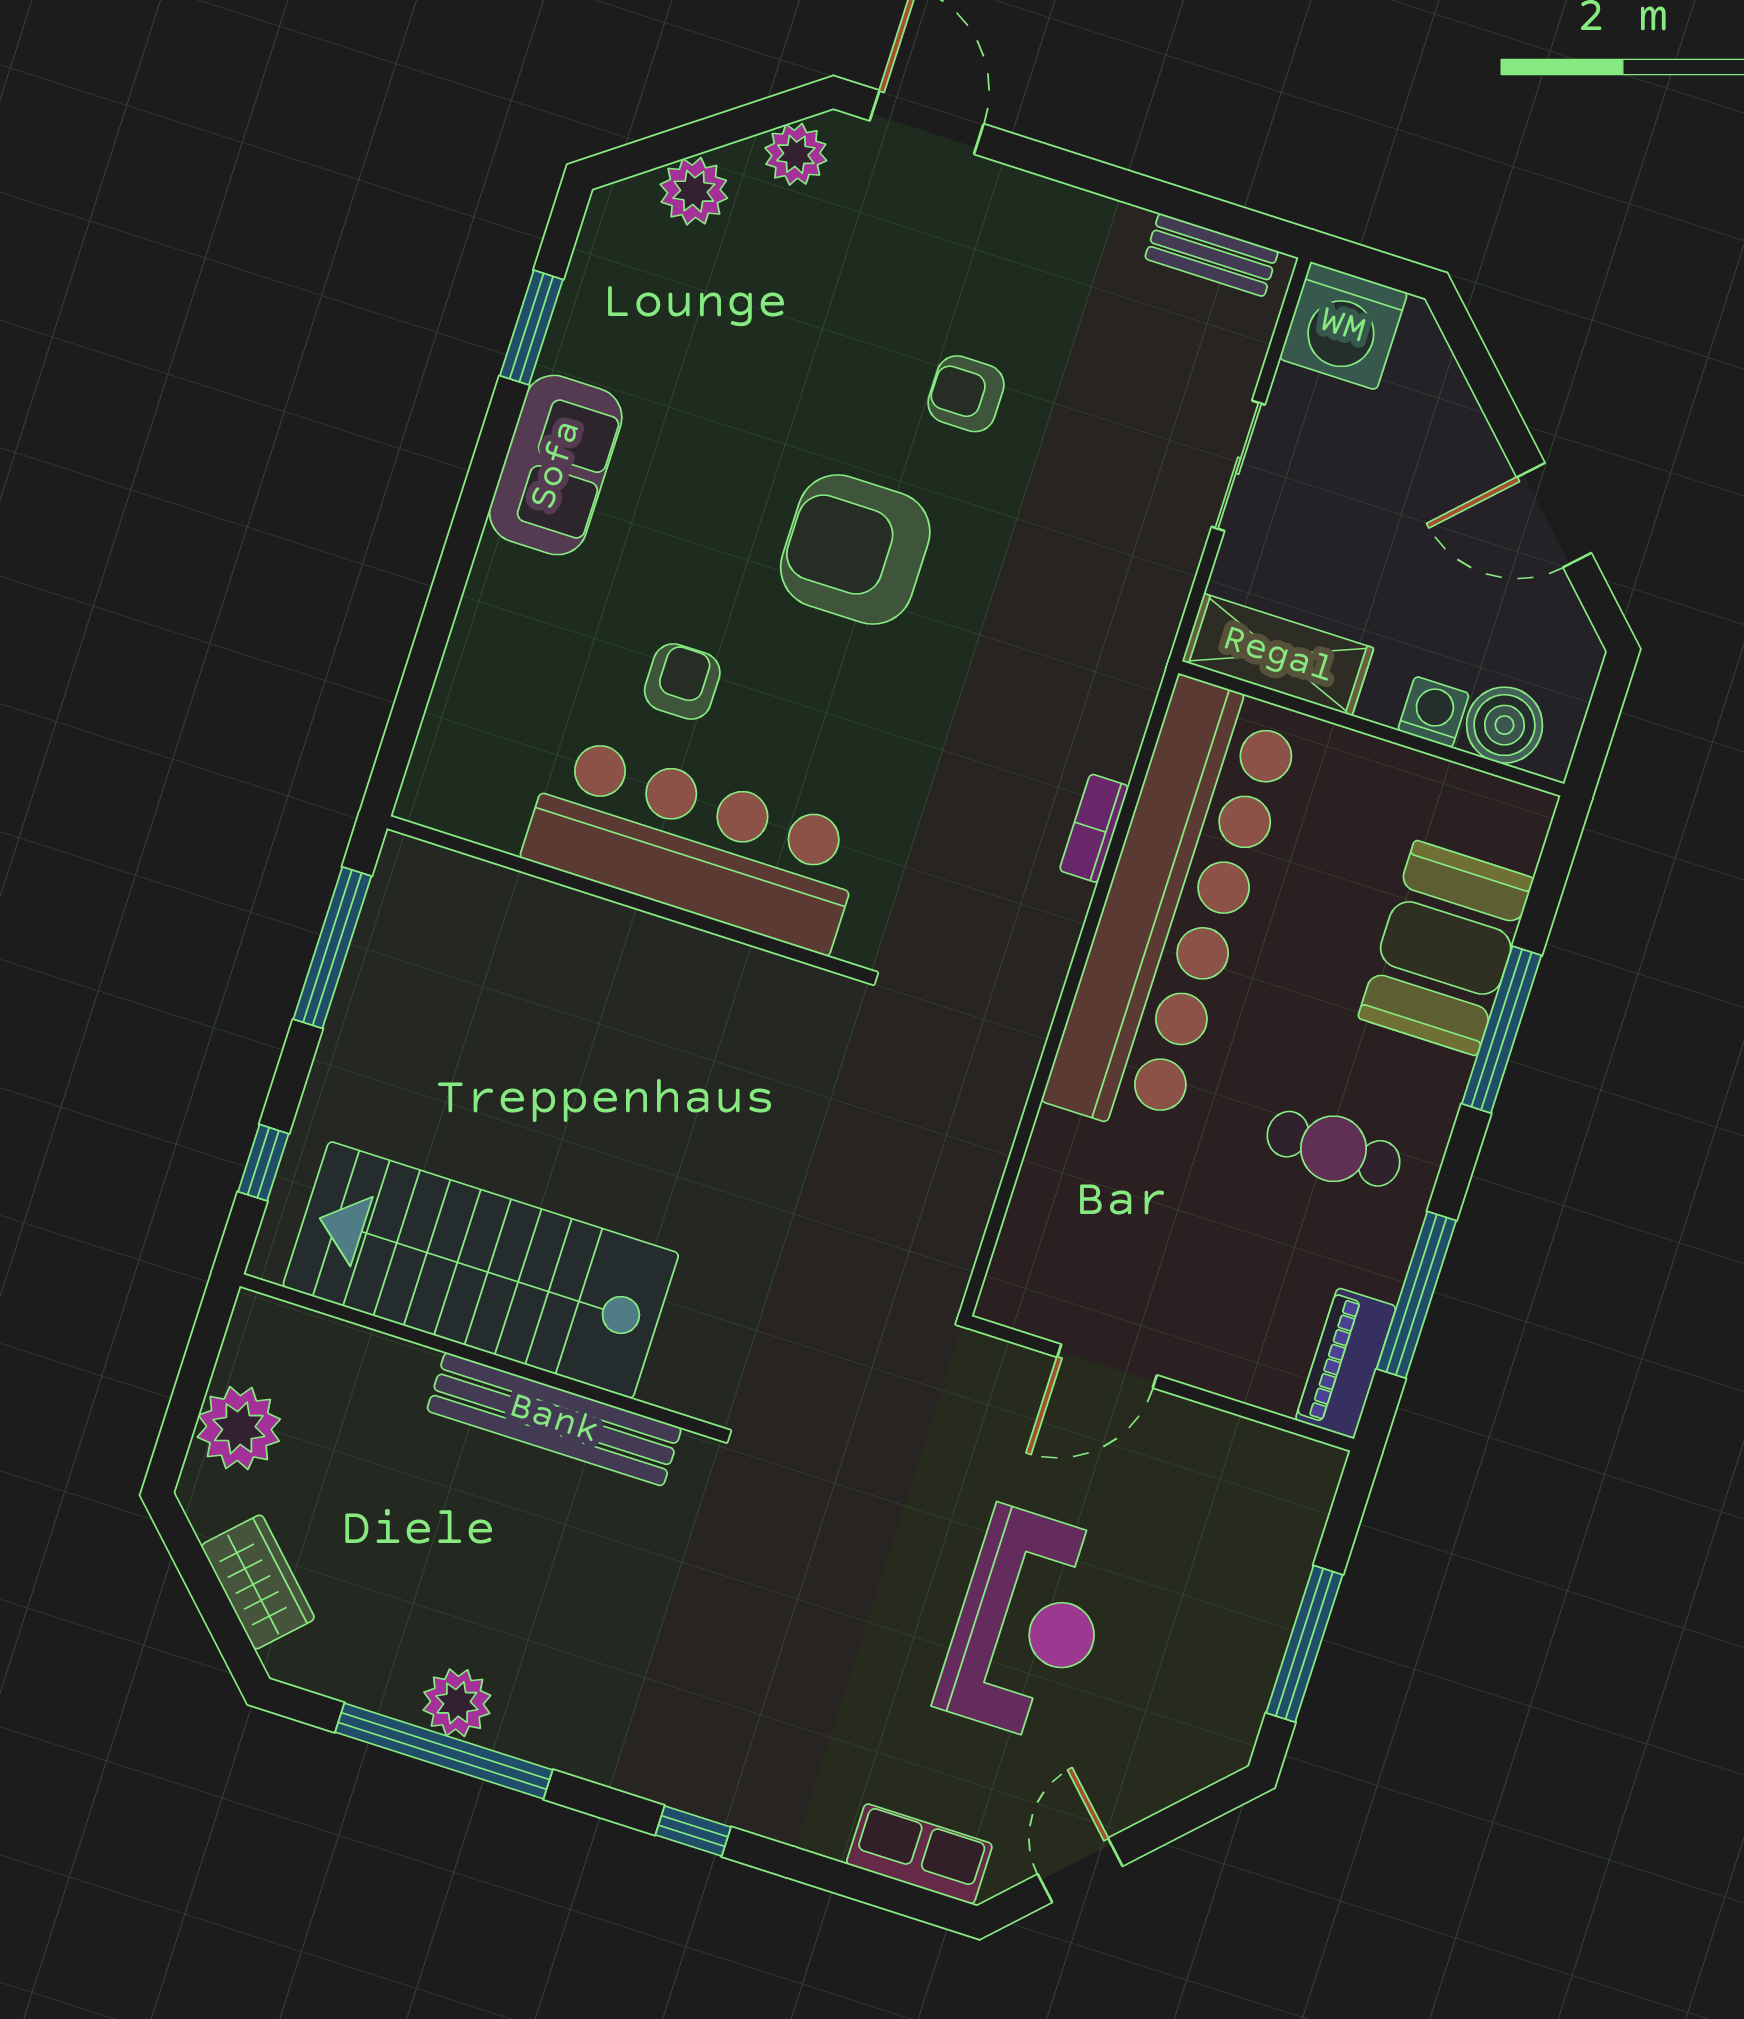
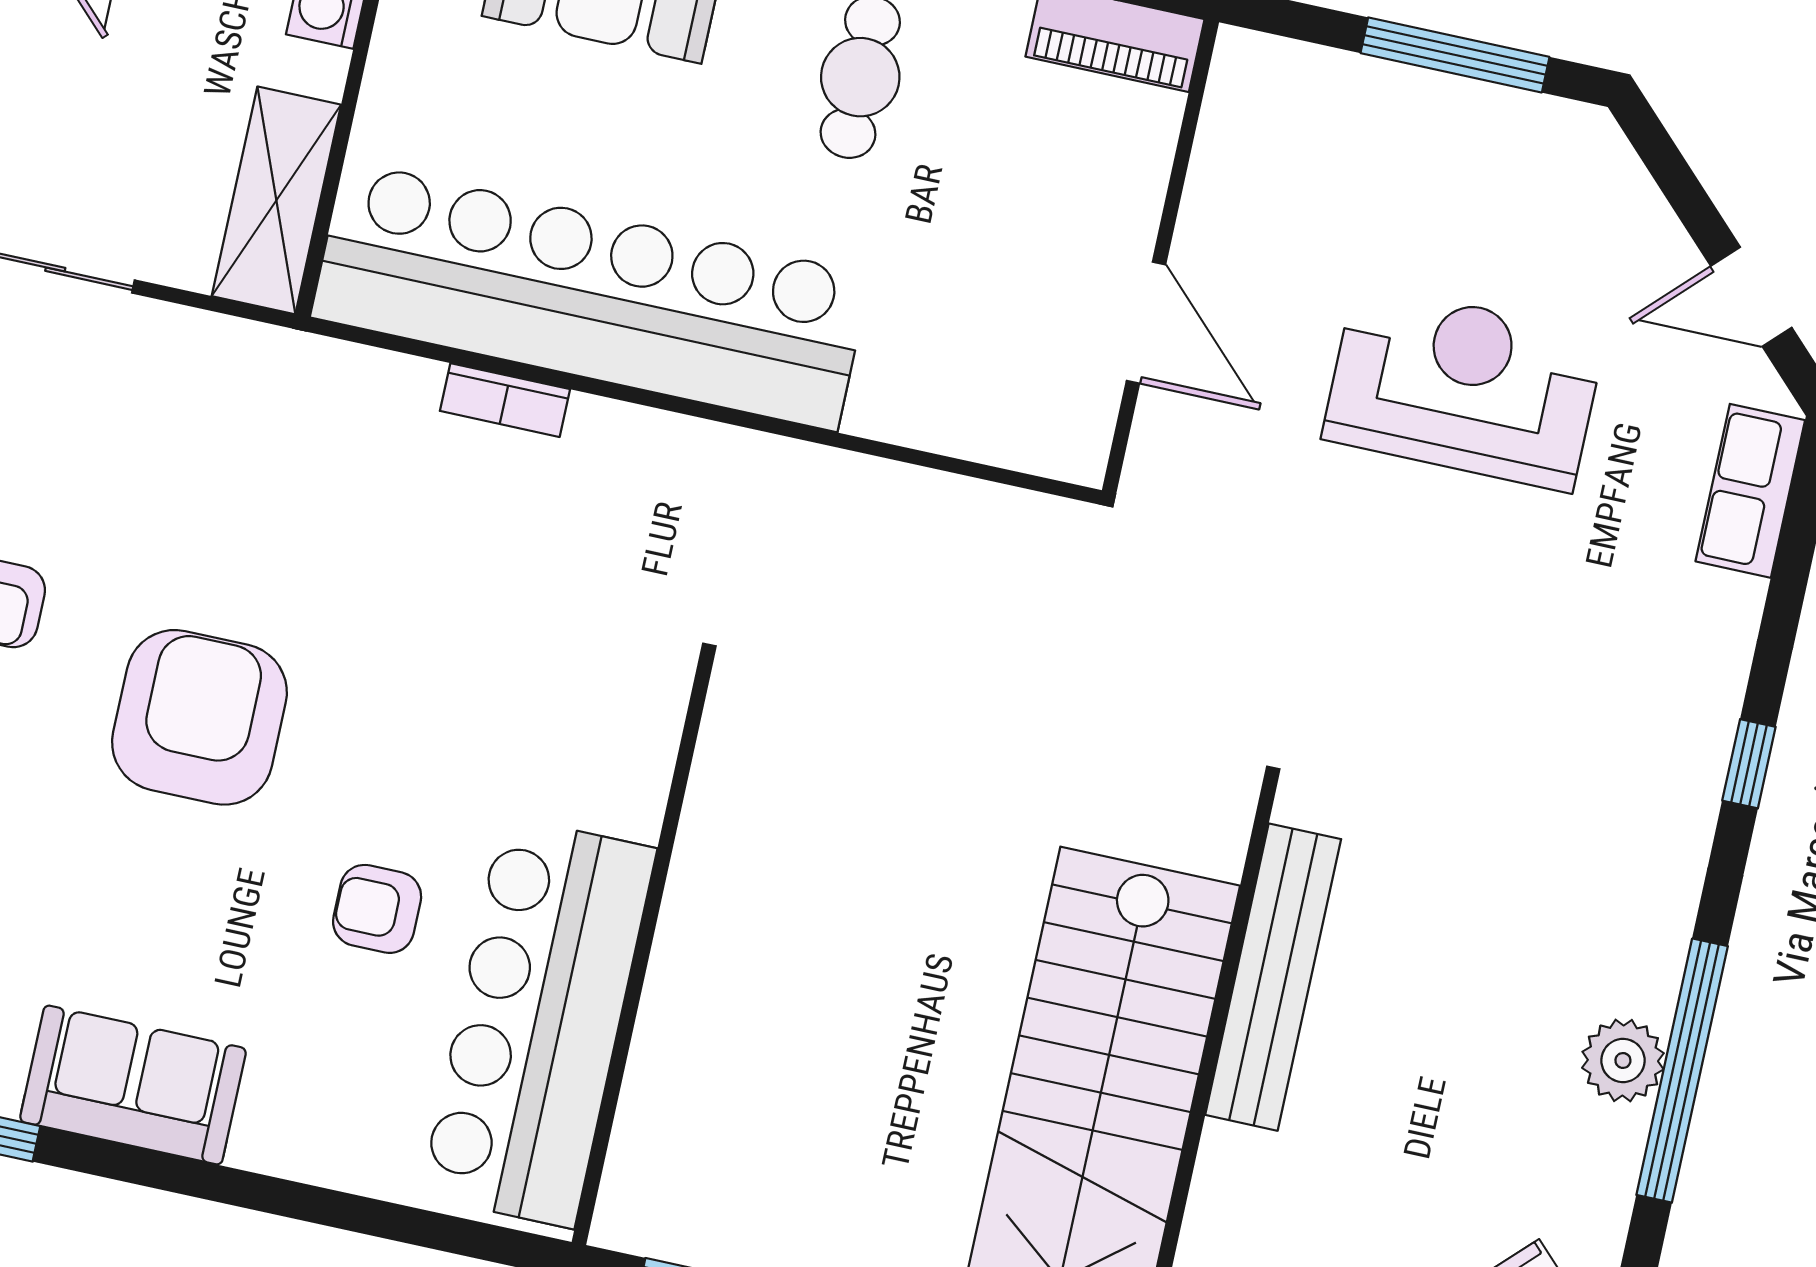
armchair: (855, 550) -> (199, 717), turned 180
bar counter: (694, 844) -> (538, 1022), moved

